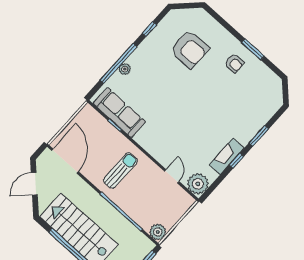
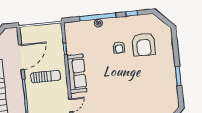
armchair: (234, 63) -> (119, 47), moved
sofa: (119, 113) -> (77, 74), moved
door: (65, 161) -> (21, 57), moved

